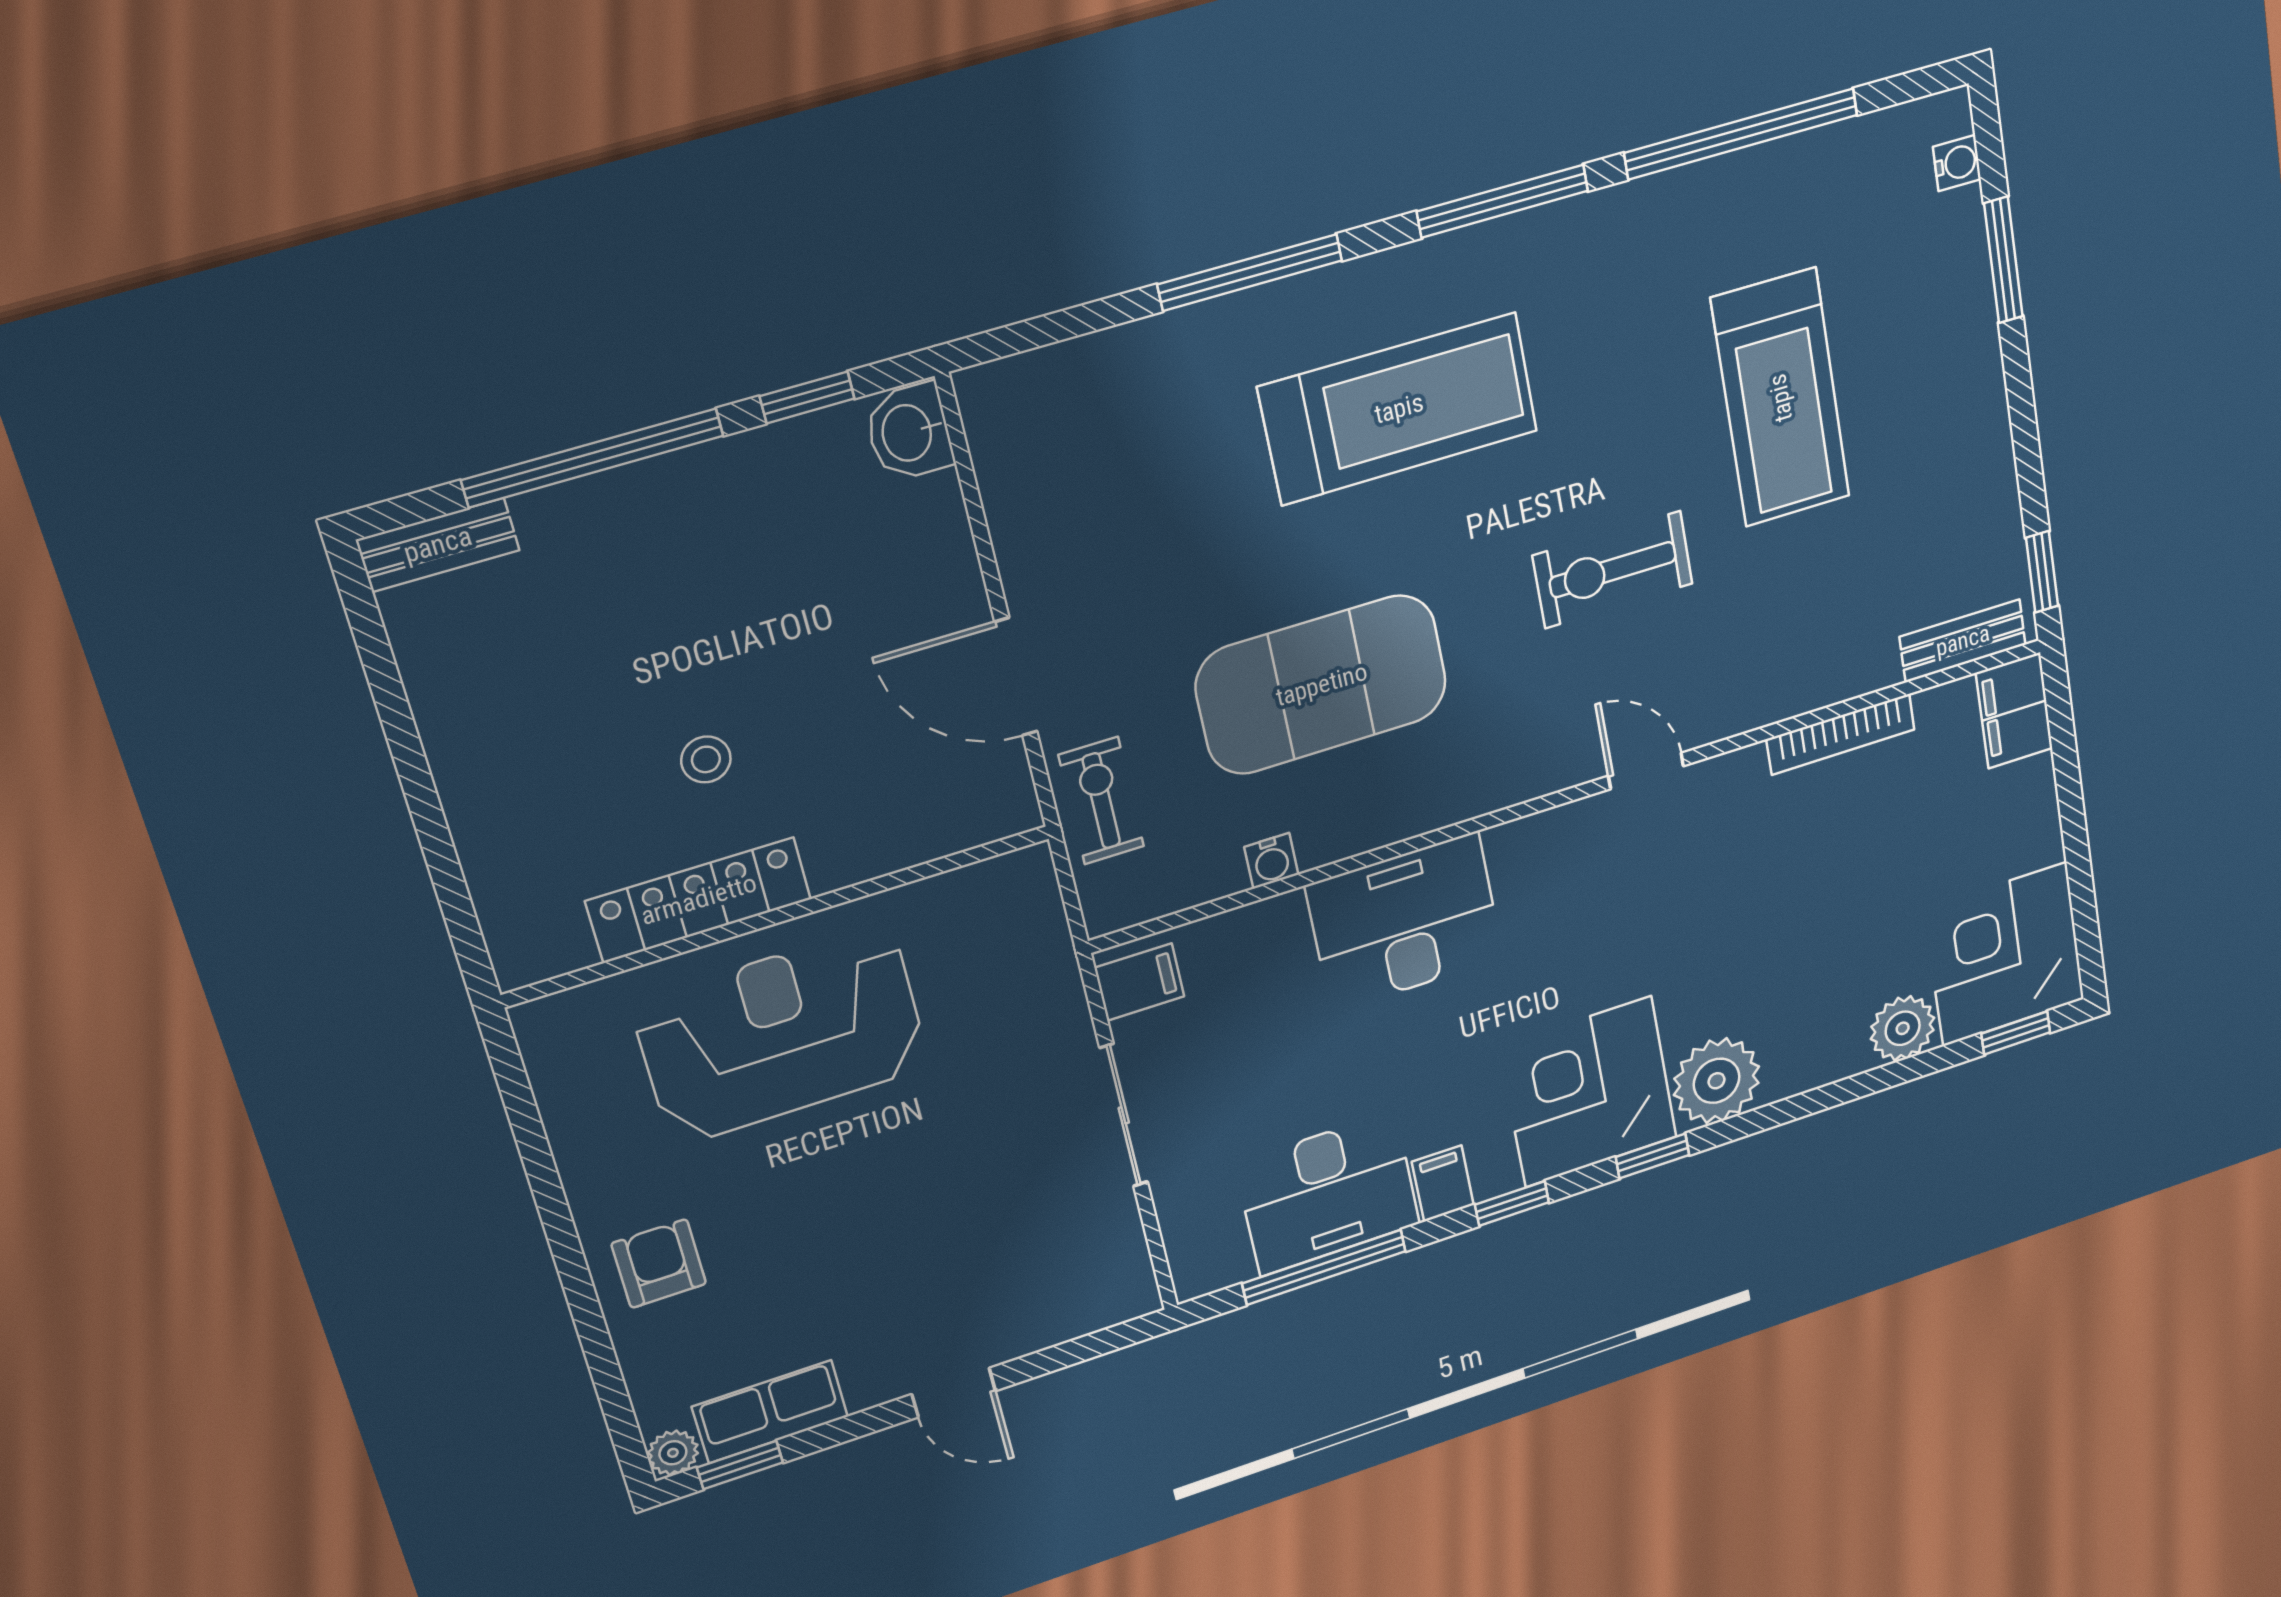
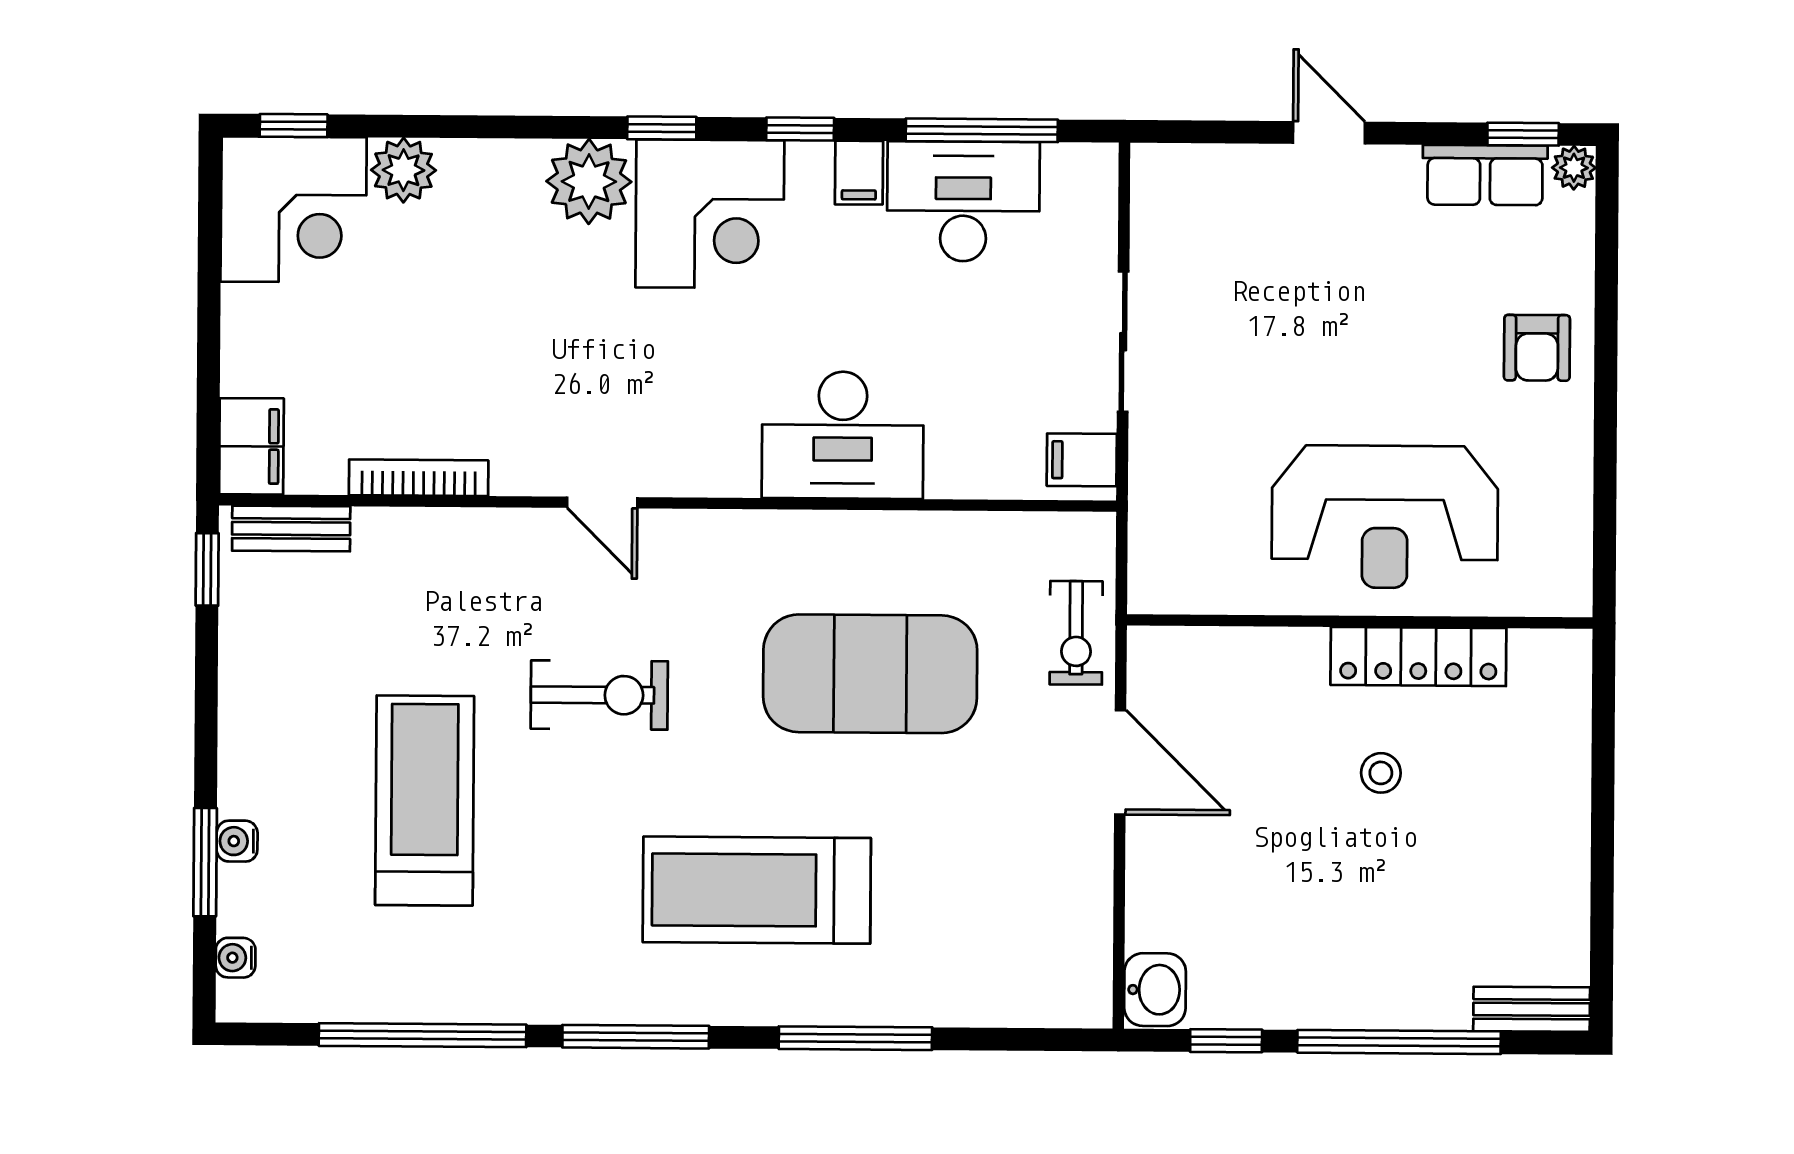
water cooler: (1271, 861) -> (237, 841), moved, turned -90

